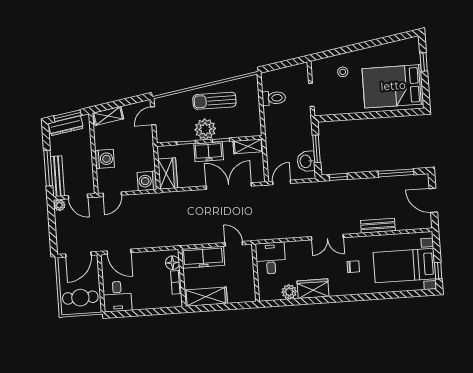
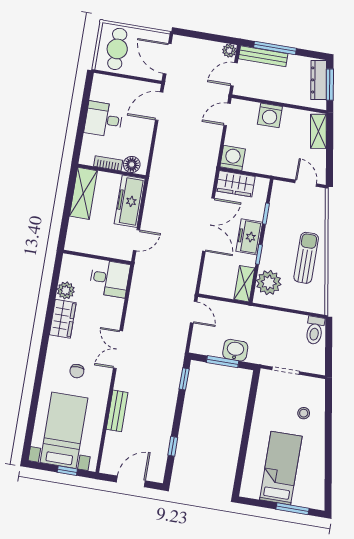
window: (424, 62) -> (292, 509), width x1.50
bed: (393, 86) -> (281, 468), width x0.67
toilet: (274, 98) -> (315, 330), moved
plant: (205, 129) -> (269, 283), moved
washbasin: (306, 161) -> (235, 350), moved
window: (396, 173) -> (173, 446), width x0.46
double door: (229, 186) -> (208, 225), moved
door: (112, 194) -> (227, 114), hinge flipped
window: (438, 271) -> (67, 471), moved
desk: (117, 296) -> (104, 119), moved

